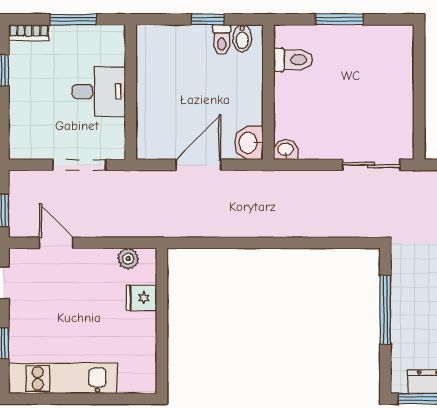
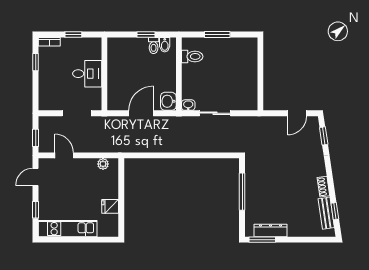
window: (73, 19) -> (73, 35), width x0.67
sliding door: (371, 165) -> (215, 113), moved
fridge: (141, 298) -> (110, 206), moved

